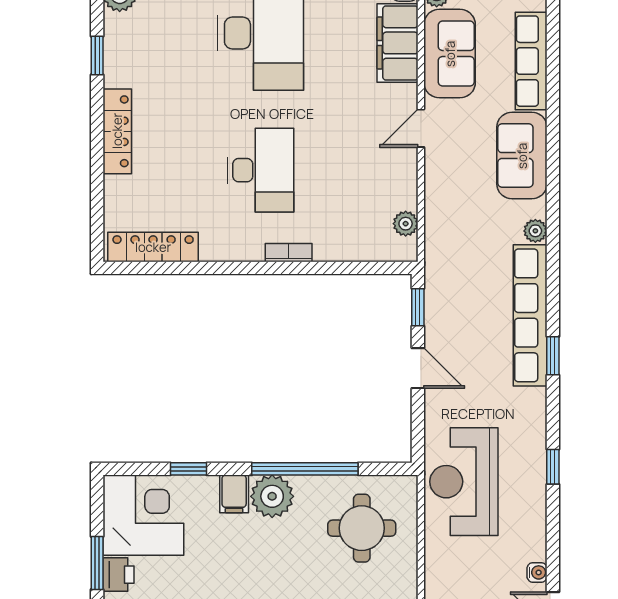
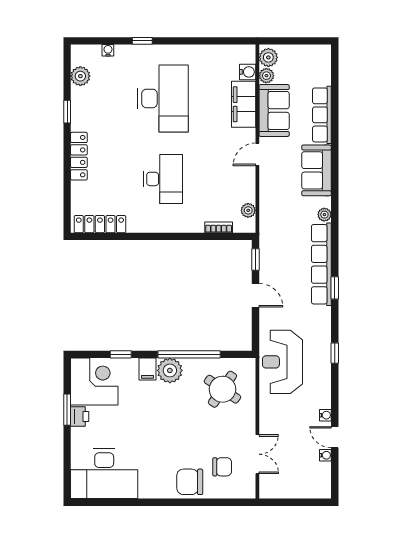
bookcase: (289, 253) -> (219, 227), moved
round table: (362, 528) -> (222, 389), turned 34

